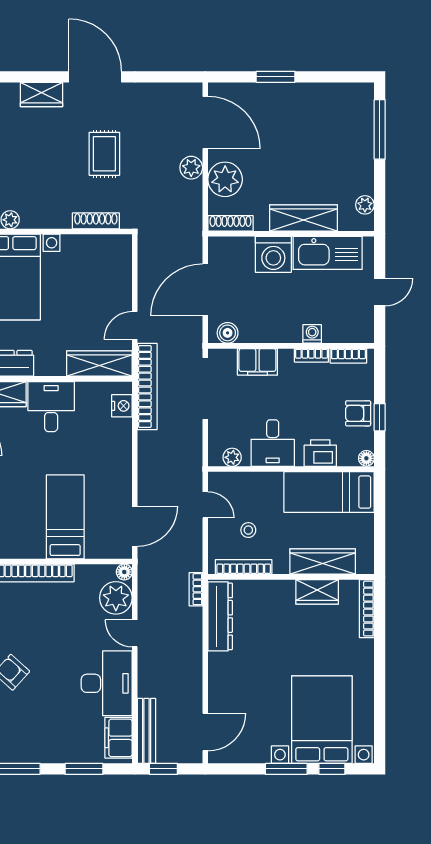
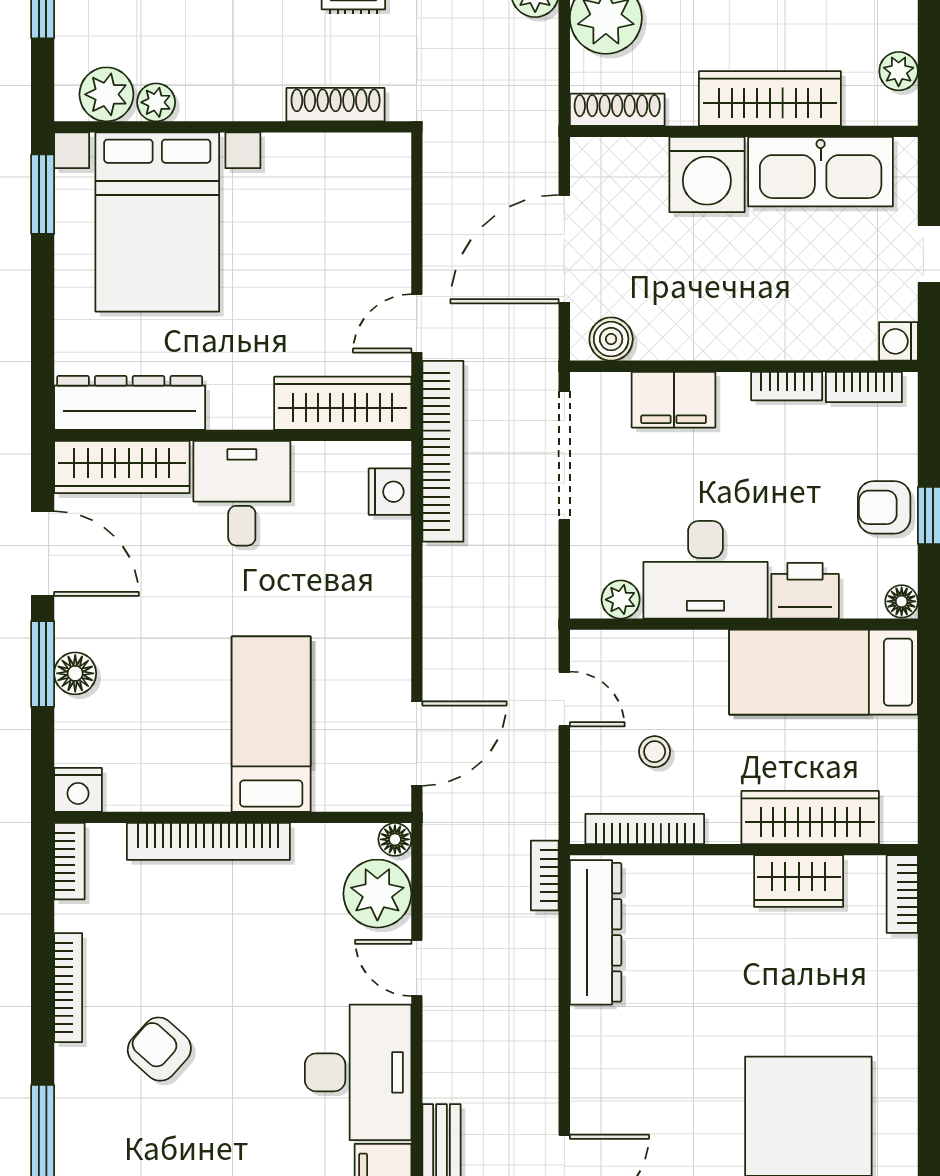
washing machine: (312, 334) -> (898, 341), moved, turned -90
desk: (273, 443) -> (705, 570), width x1.37
bookcase: (367, 609) -> (902, 894), width x0.64

